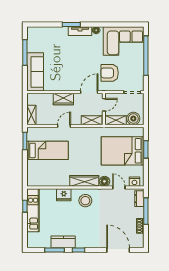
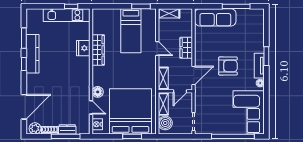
armchair: (110, 73) -> (228, 66), moved, turned 90
door: (89, 92) -> (194, 76), hinge flipped
door: (104, 105) -> (180, 91), hinge flipped
bed: (123, 151) -> (130, 111), width x1.36
wardrobe: (84, 181) -> (98, 50), moved
door: (119, 187) -> (91, 107), hinge flipped
dresser: (139, 199) -> (67, 129), moved
stool: (85, 201) -> (77, 71), removed
plant: (138, 240) -> (35, 128), added
kitchen counter: (63, 242) -> (32, 54), width x1.50

